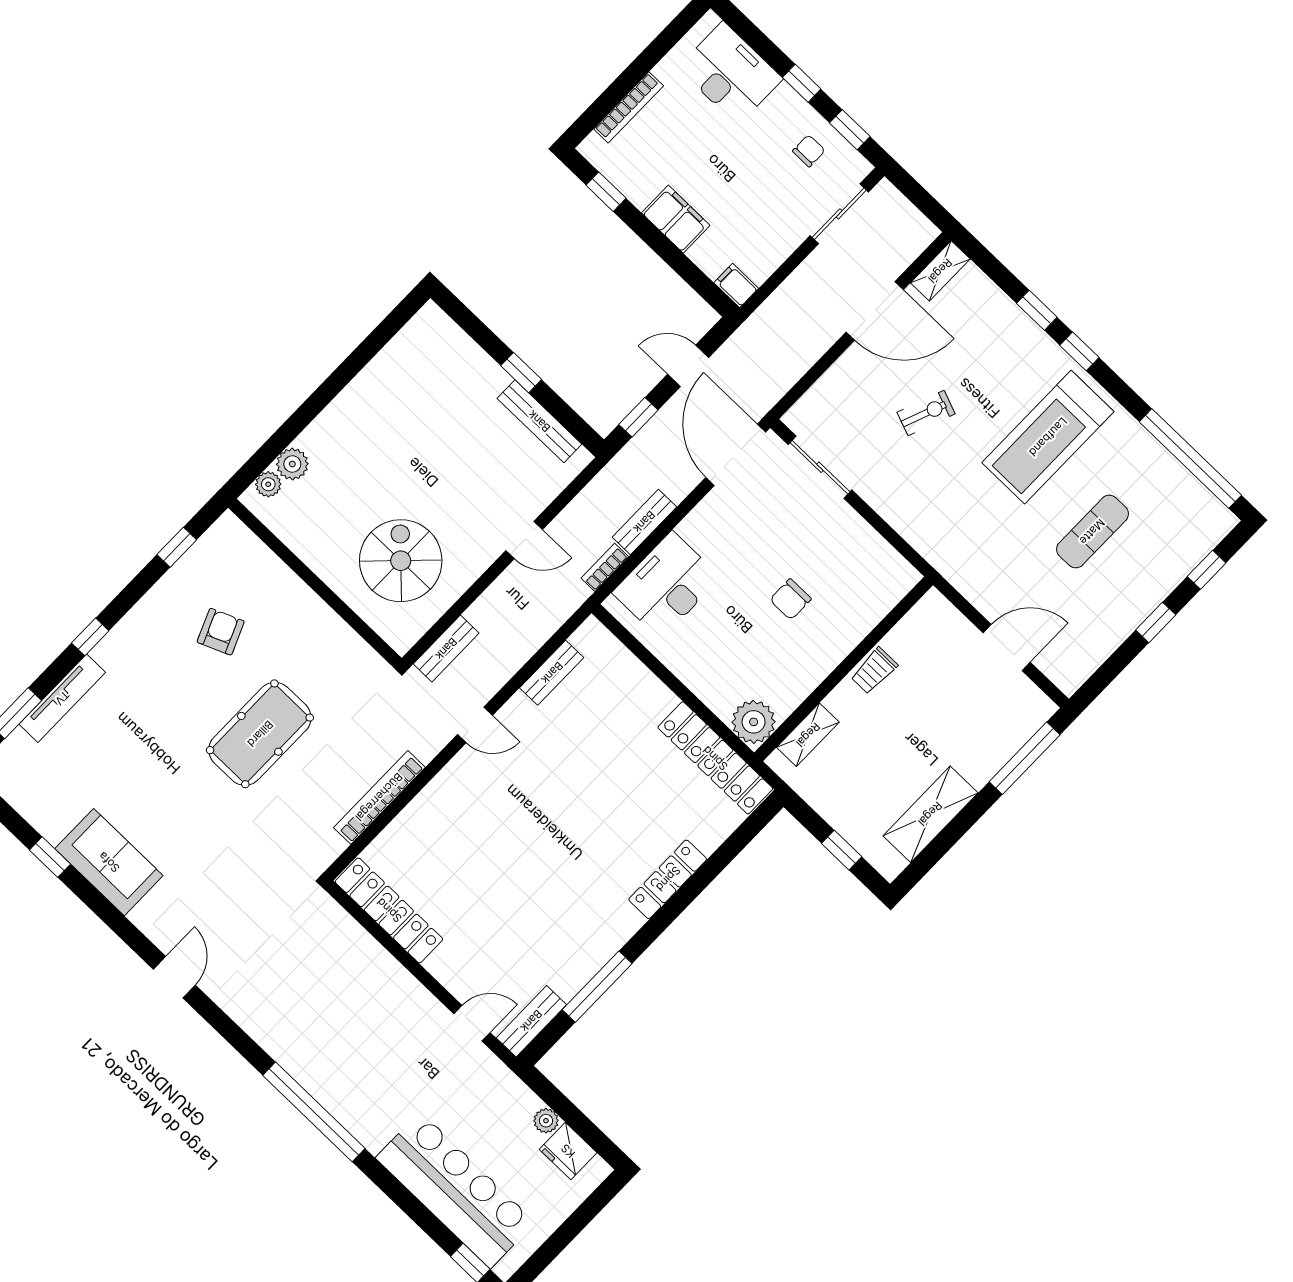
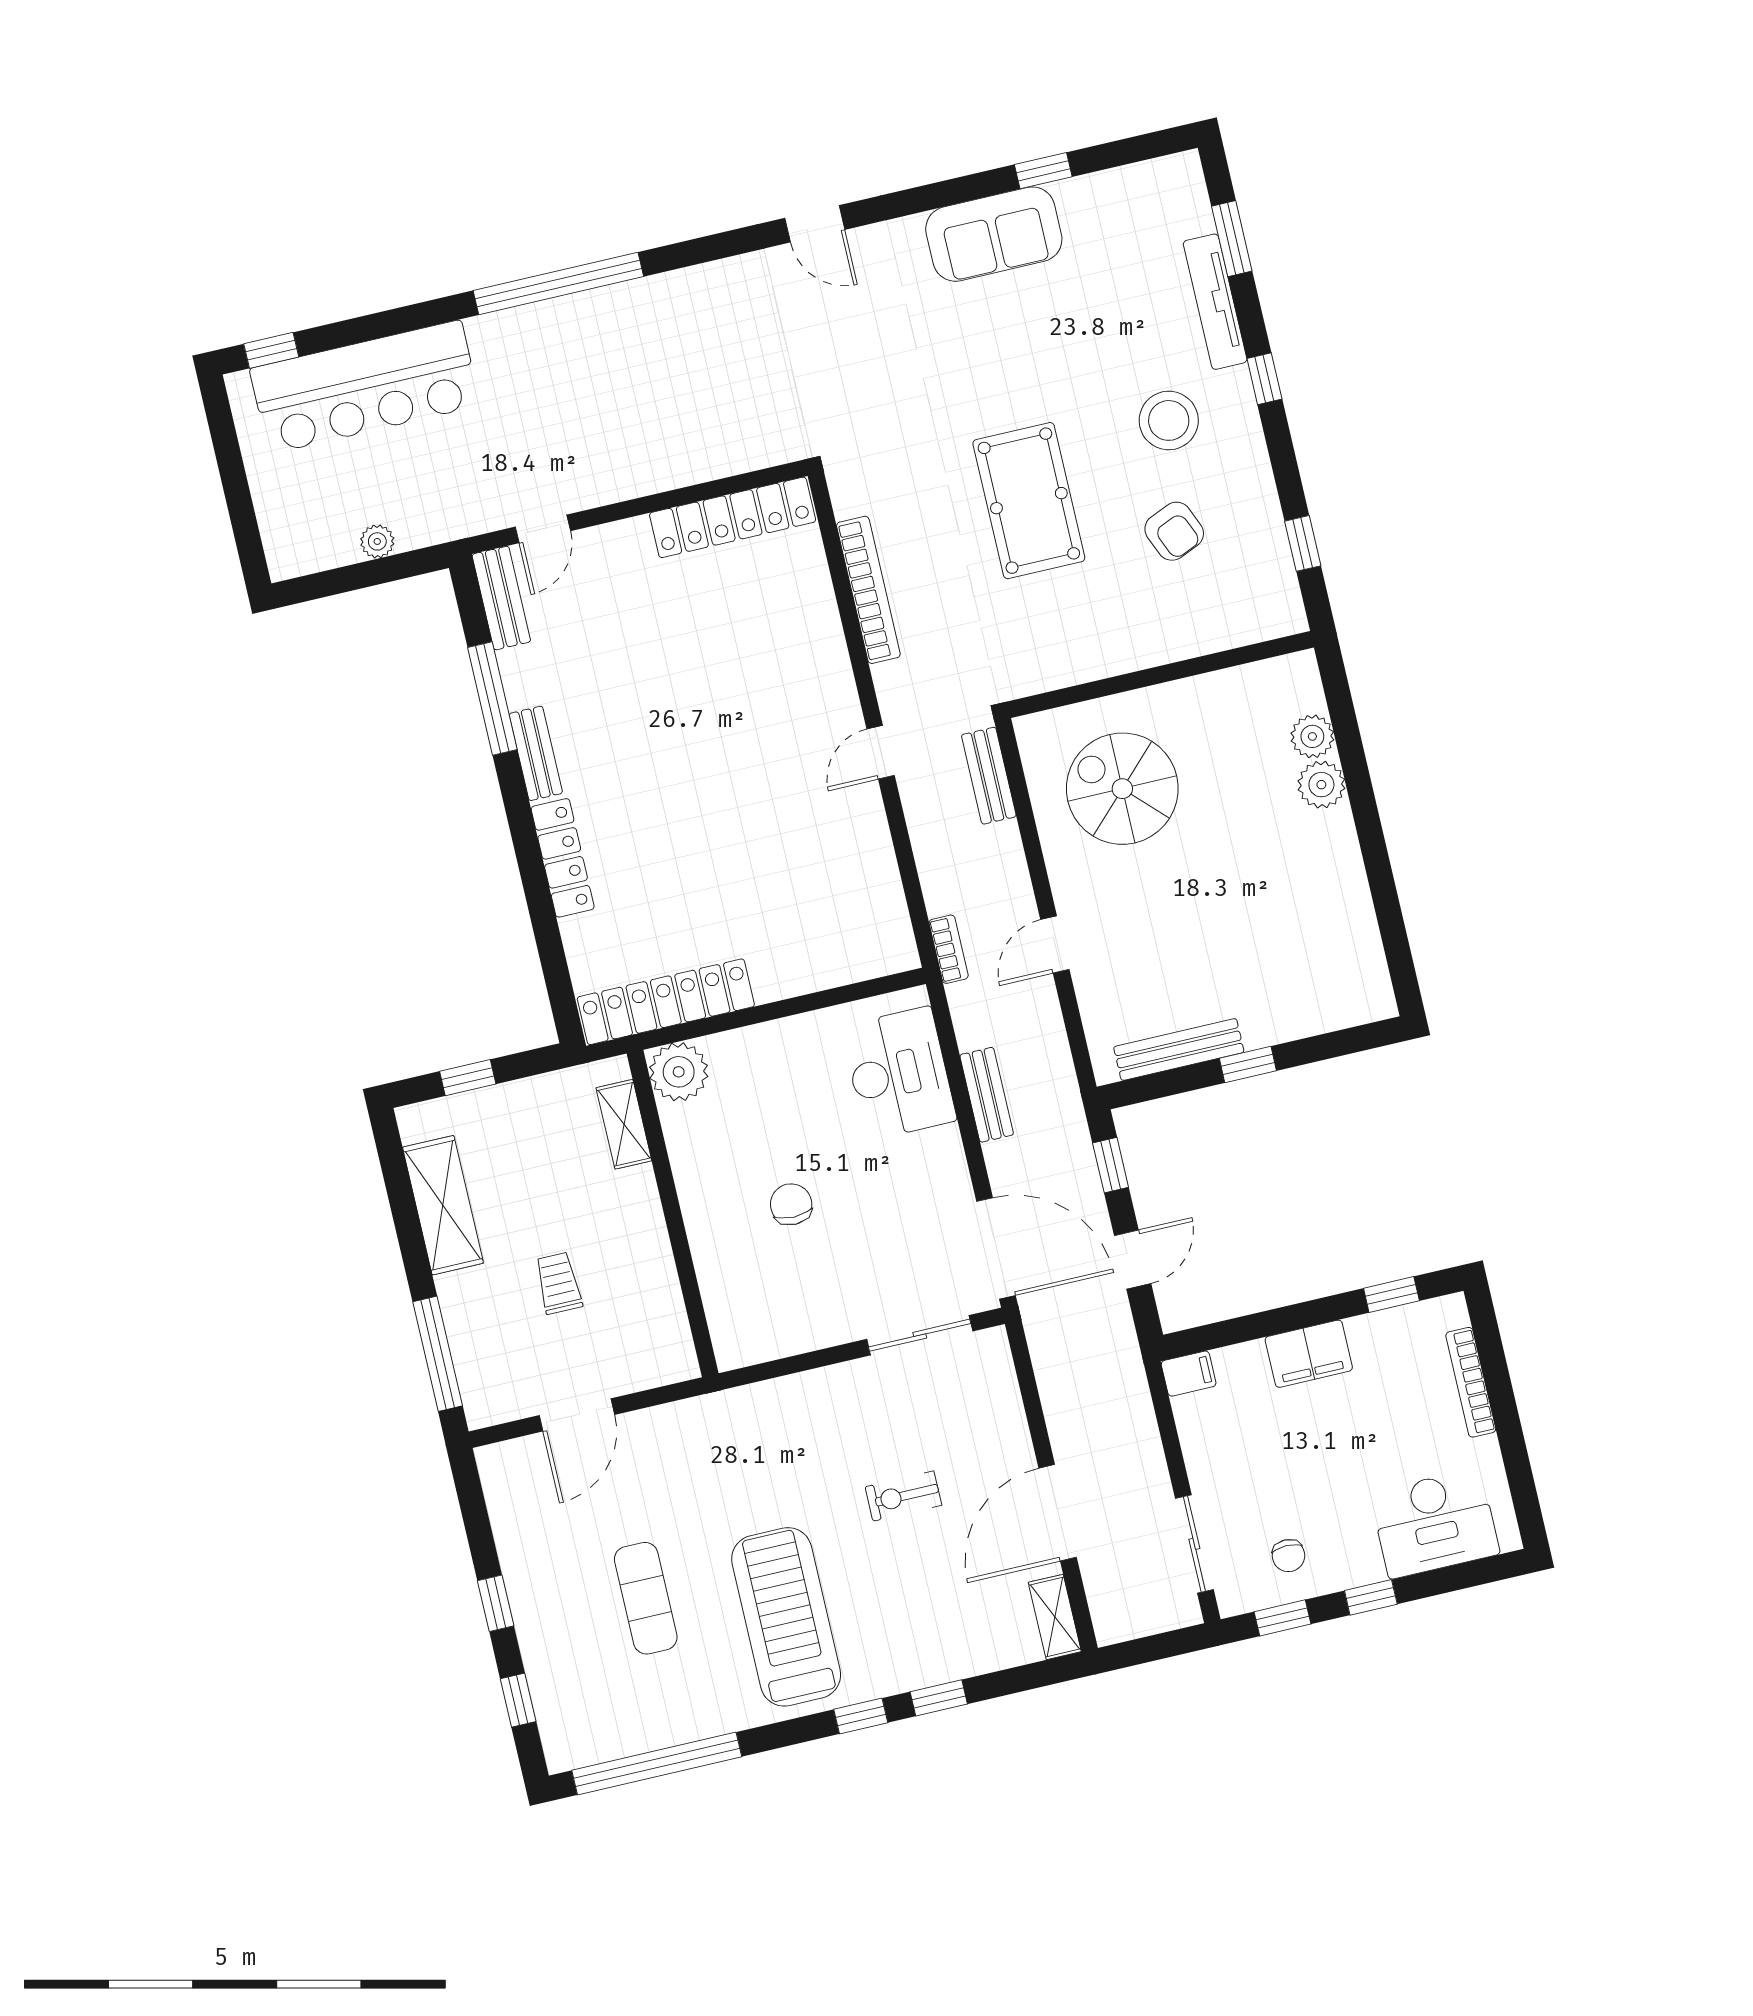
exercise bike: (926, 413) -> (903, 1496), turned 69
plant: (268, 484) -> (1321, 785), moved, width x1.38, depth x1.38
spiral stairs: (401, 561) -> (1122, 789), turned 180
bookcase: (605, 567) -> (949, 949), moved
trolley: (874, 671) -> (559, 1283), moved
bench: (552, 673) -> (536, 753), moved
stool: (154, 679) -> (1169, 420), added
fridge: (568, 1151) -> (327, 544), removed

